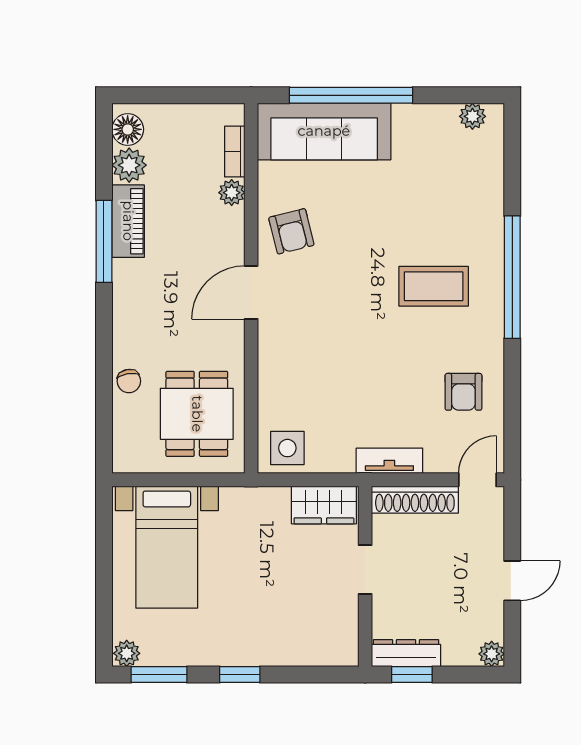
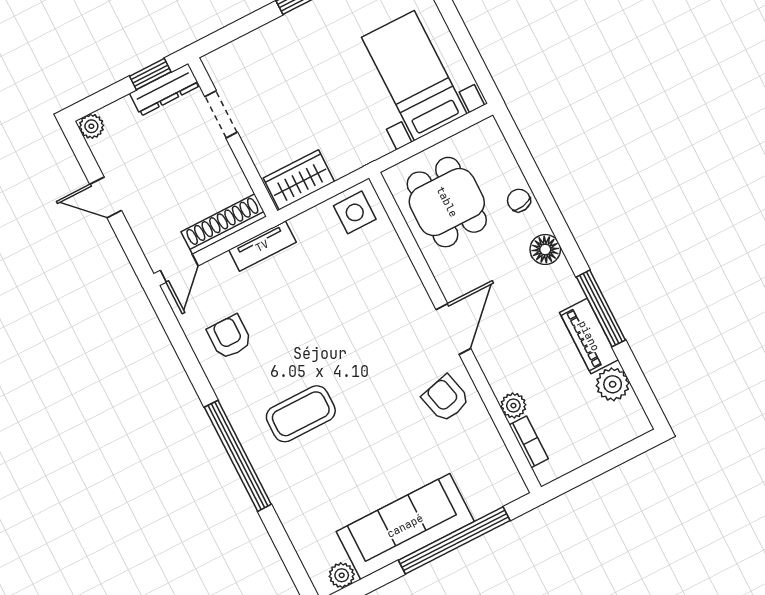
floor lamp: (128, 129) -> (545, 249), moved
sofa: (324, 131) -> (405, 526), moved
doorway: (365, 570) -> (221, 114), moved
door: (512, 581) -> (106, 197), hinge flipped

